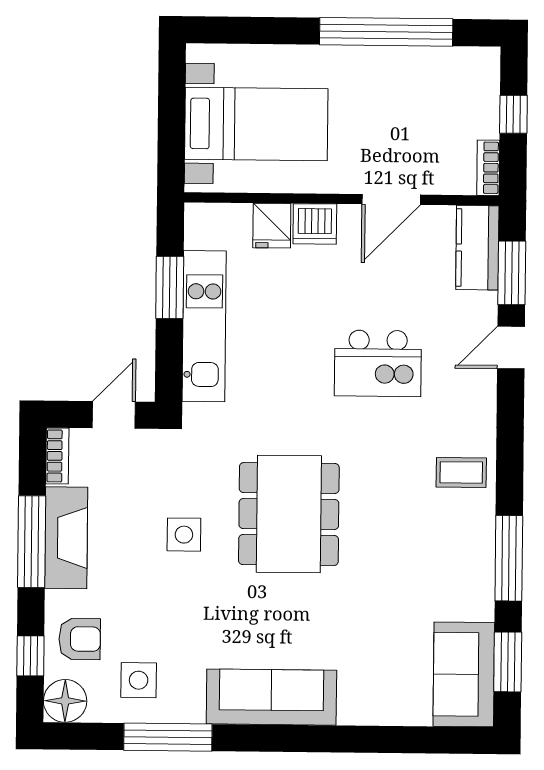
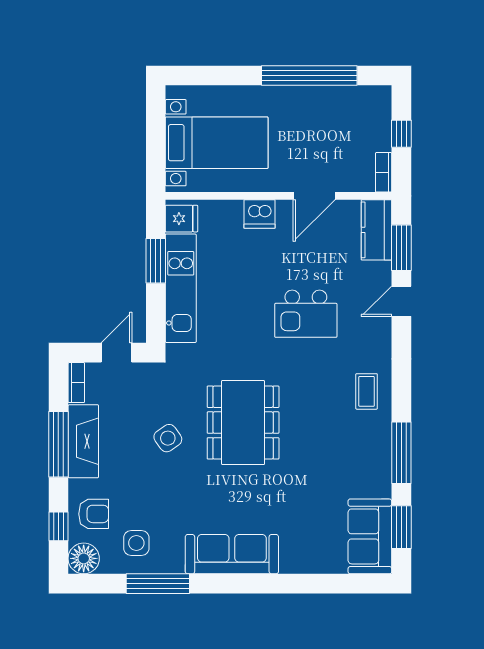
fridge: (272, 226) -> (182, 219), moved, turned -90
coffee table: (461, 472) -> (367, 391), turned 90
side table: (184, 535) -> (168, 438), turned -35

